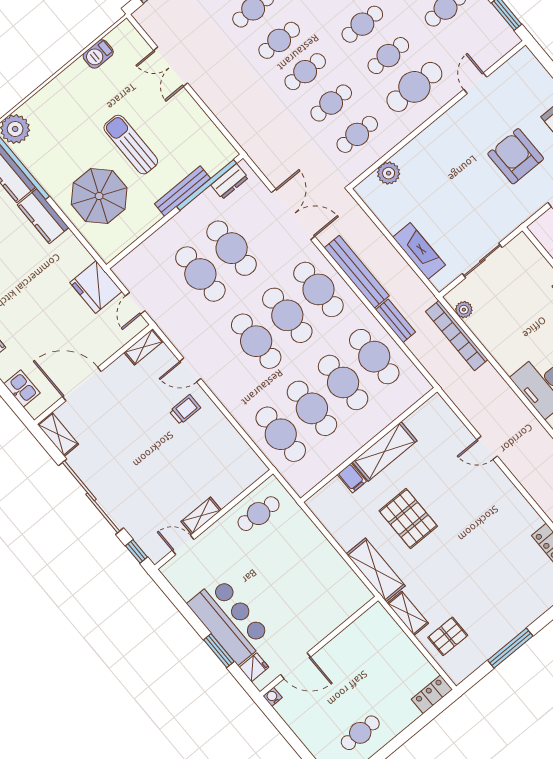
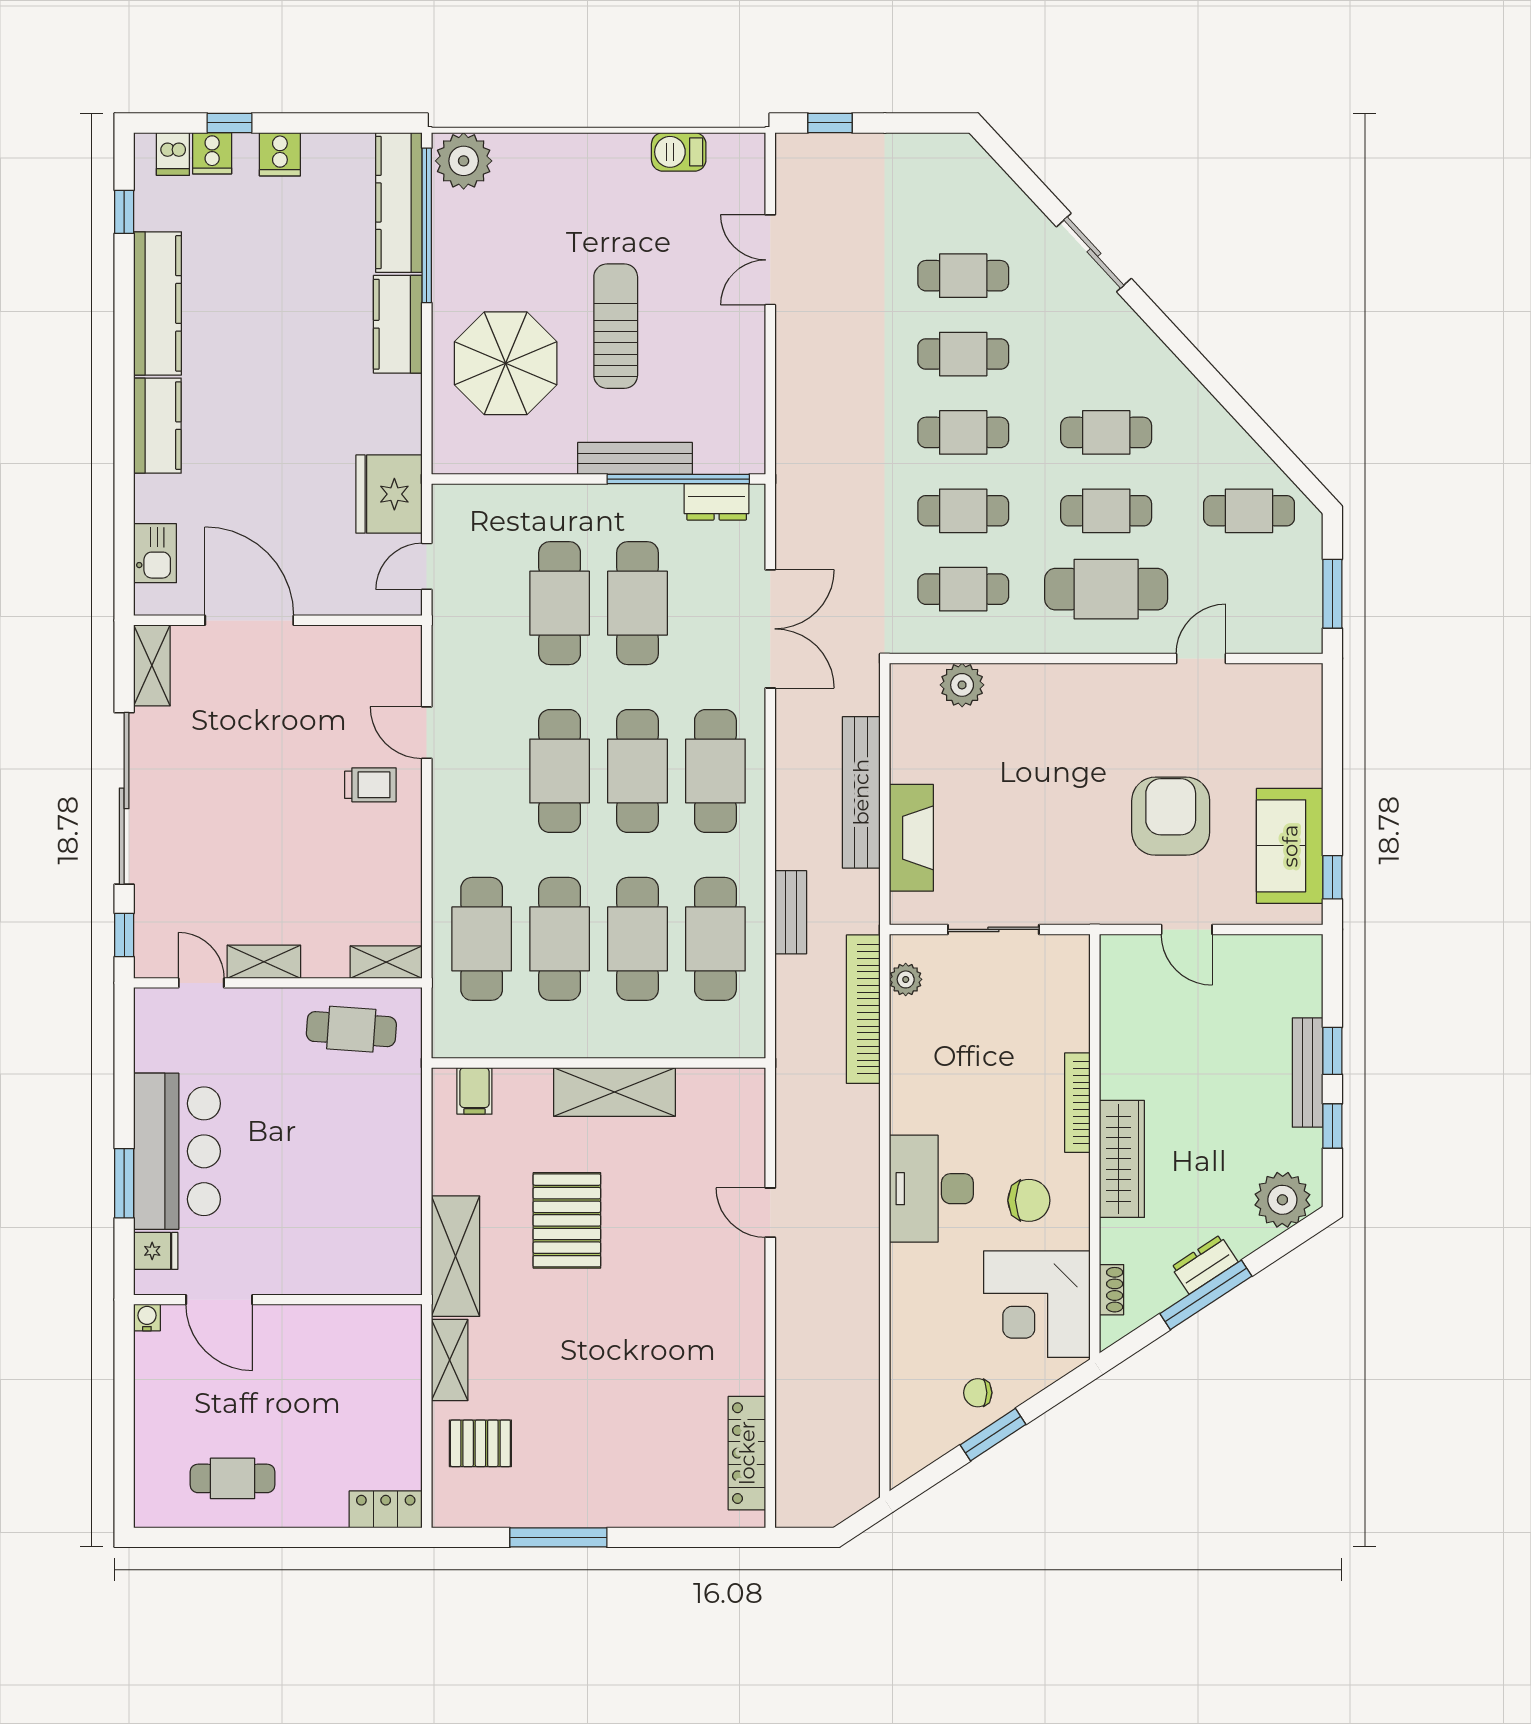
bench: (357, 272) -> (861, 792), moved
shelving: (144, 347) -> (386, 962), moved
filing cabinet: (352, 478) -> (474, 1091), moved

